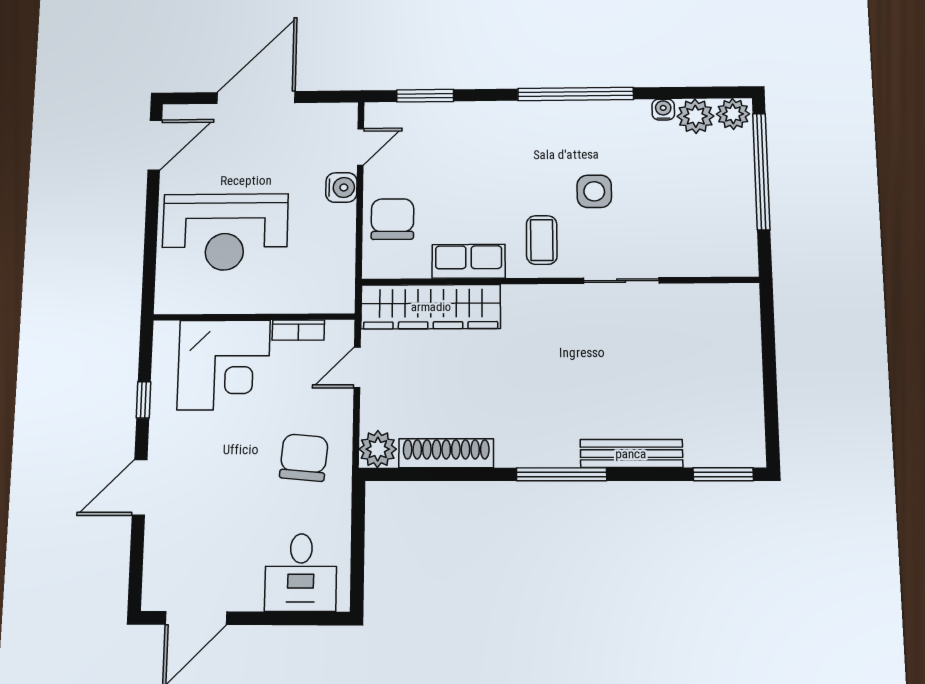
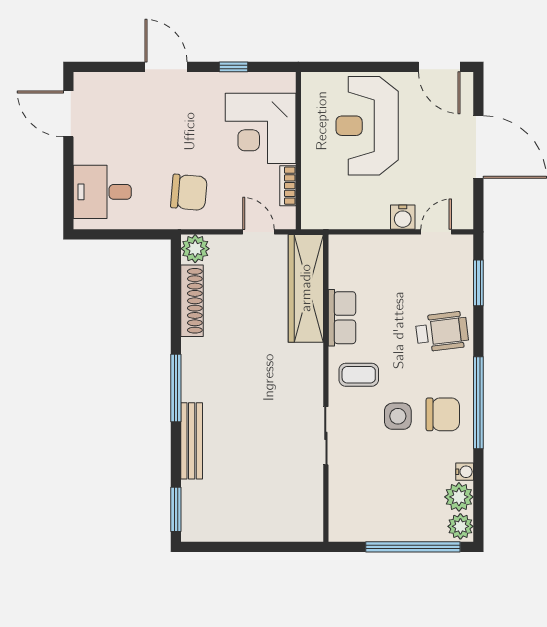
wheelchair: (486, 139) -> (442, 332), added
door: (361, 147) -> (436, 232), swing flipped
chair: (392, 219) -> (443, 414), moved

